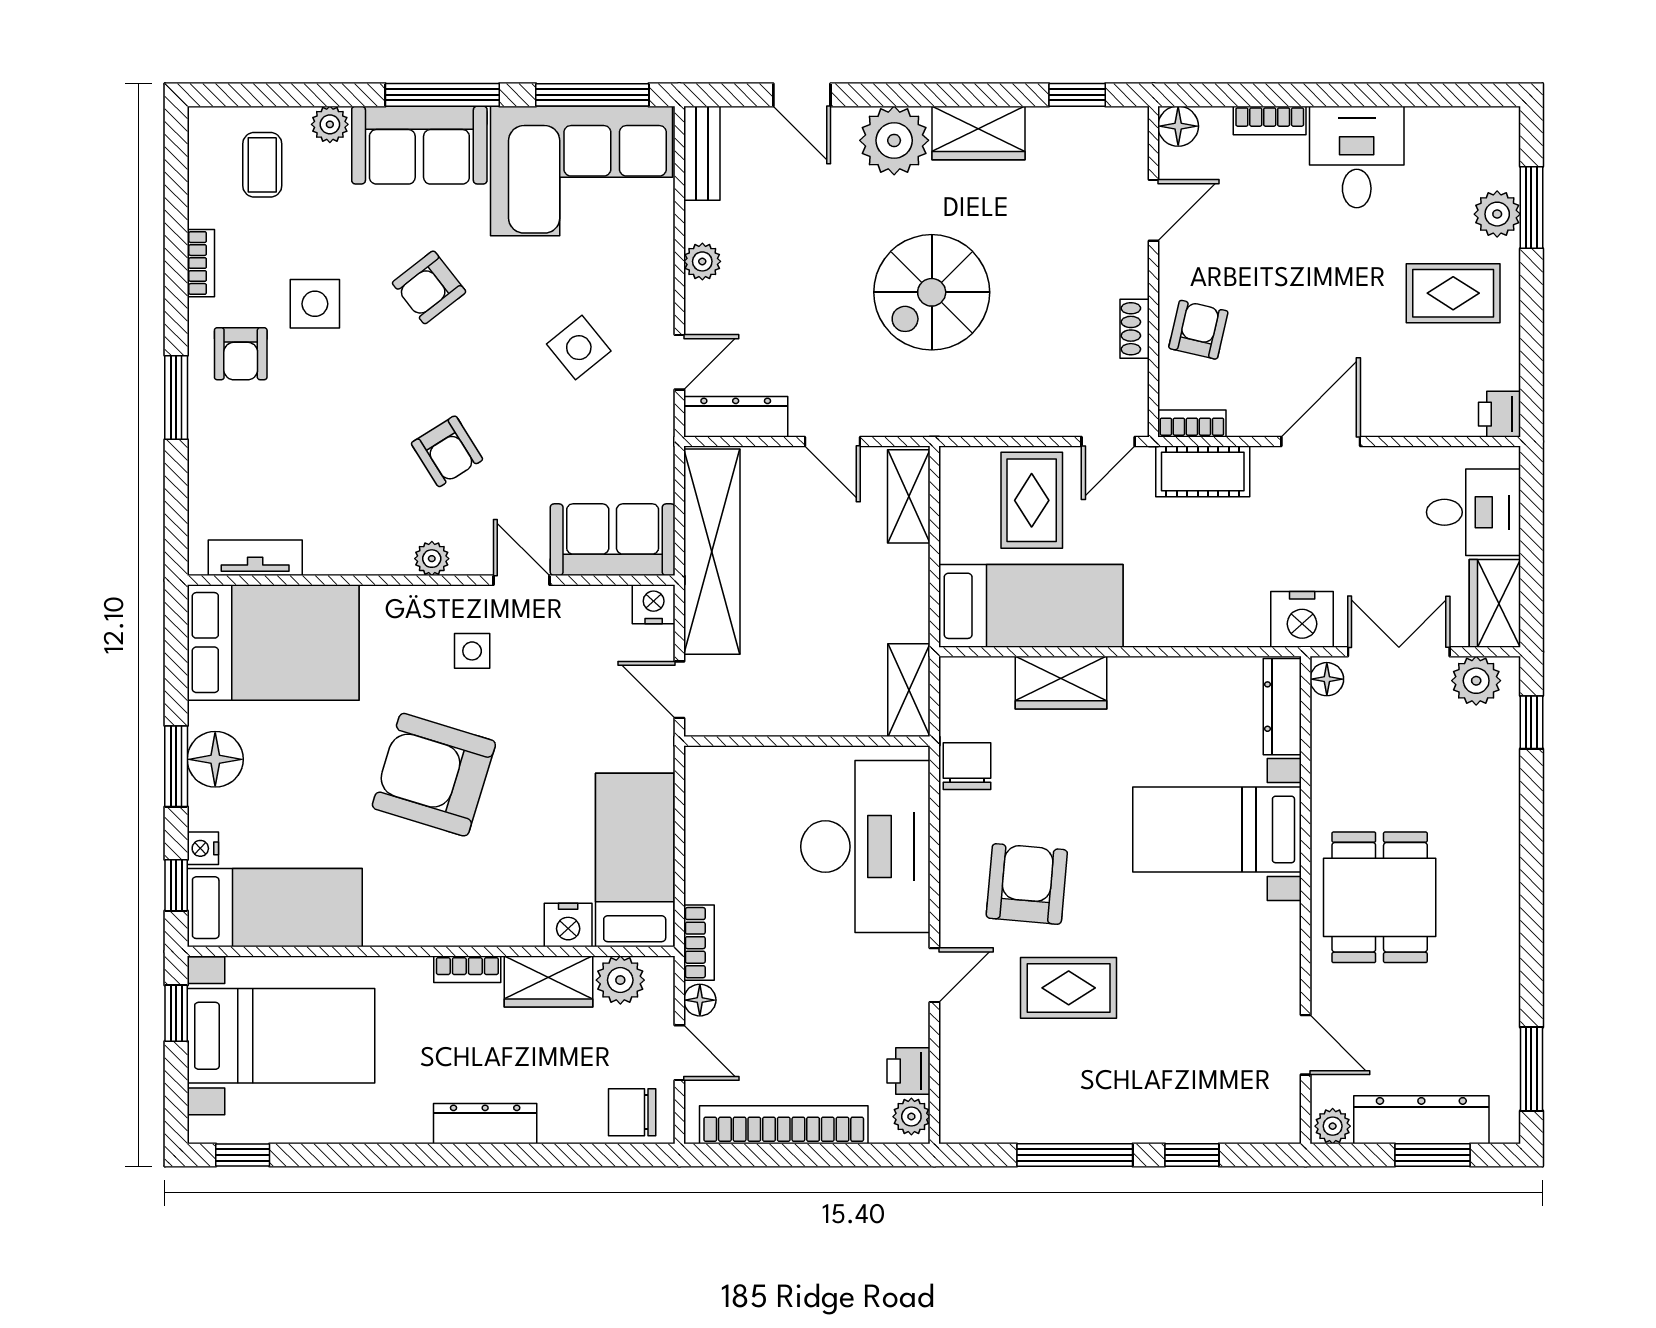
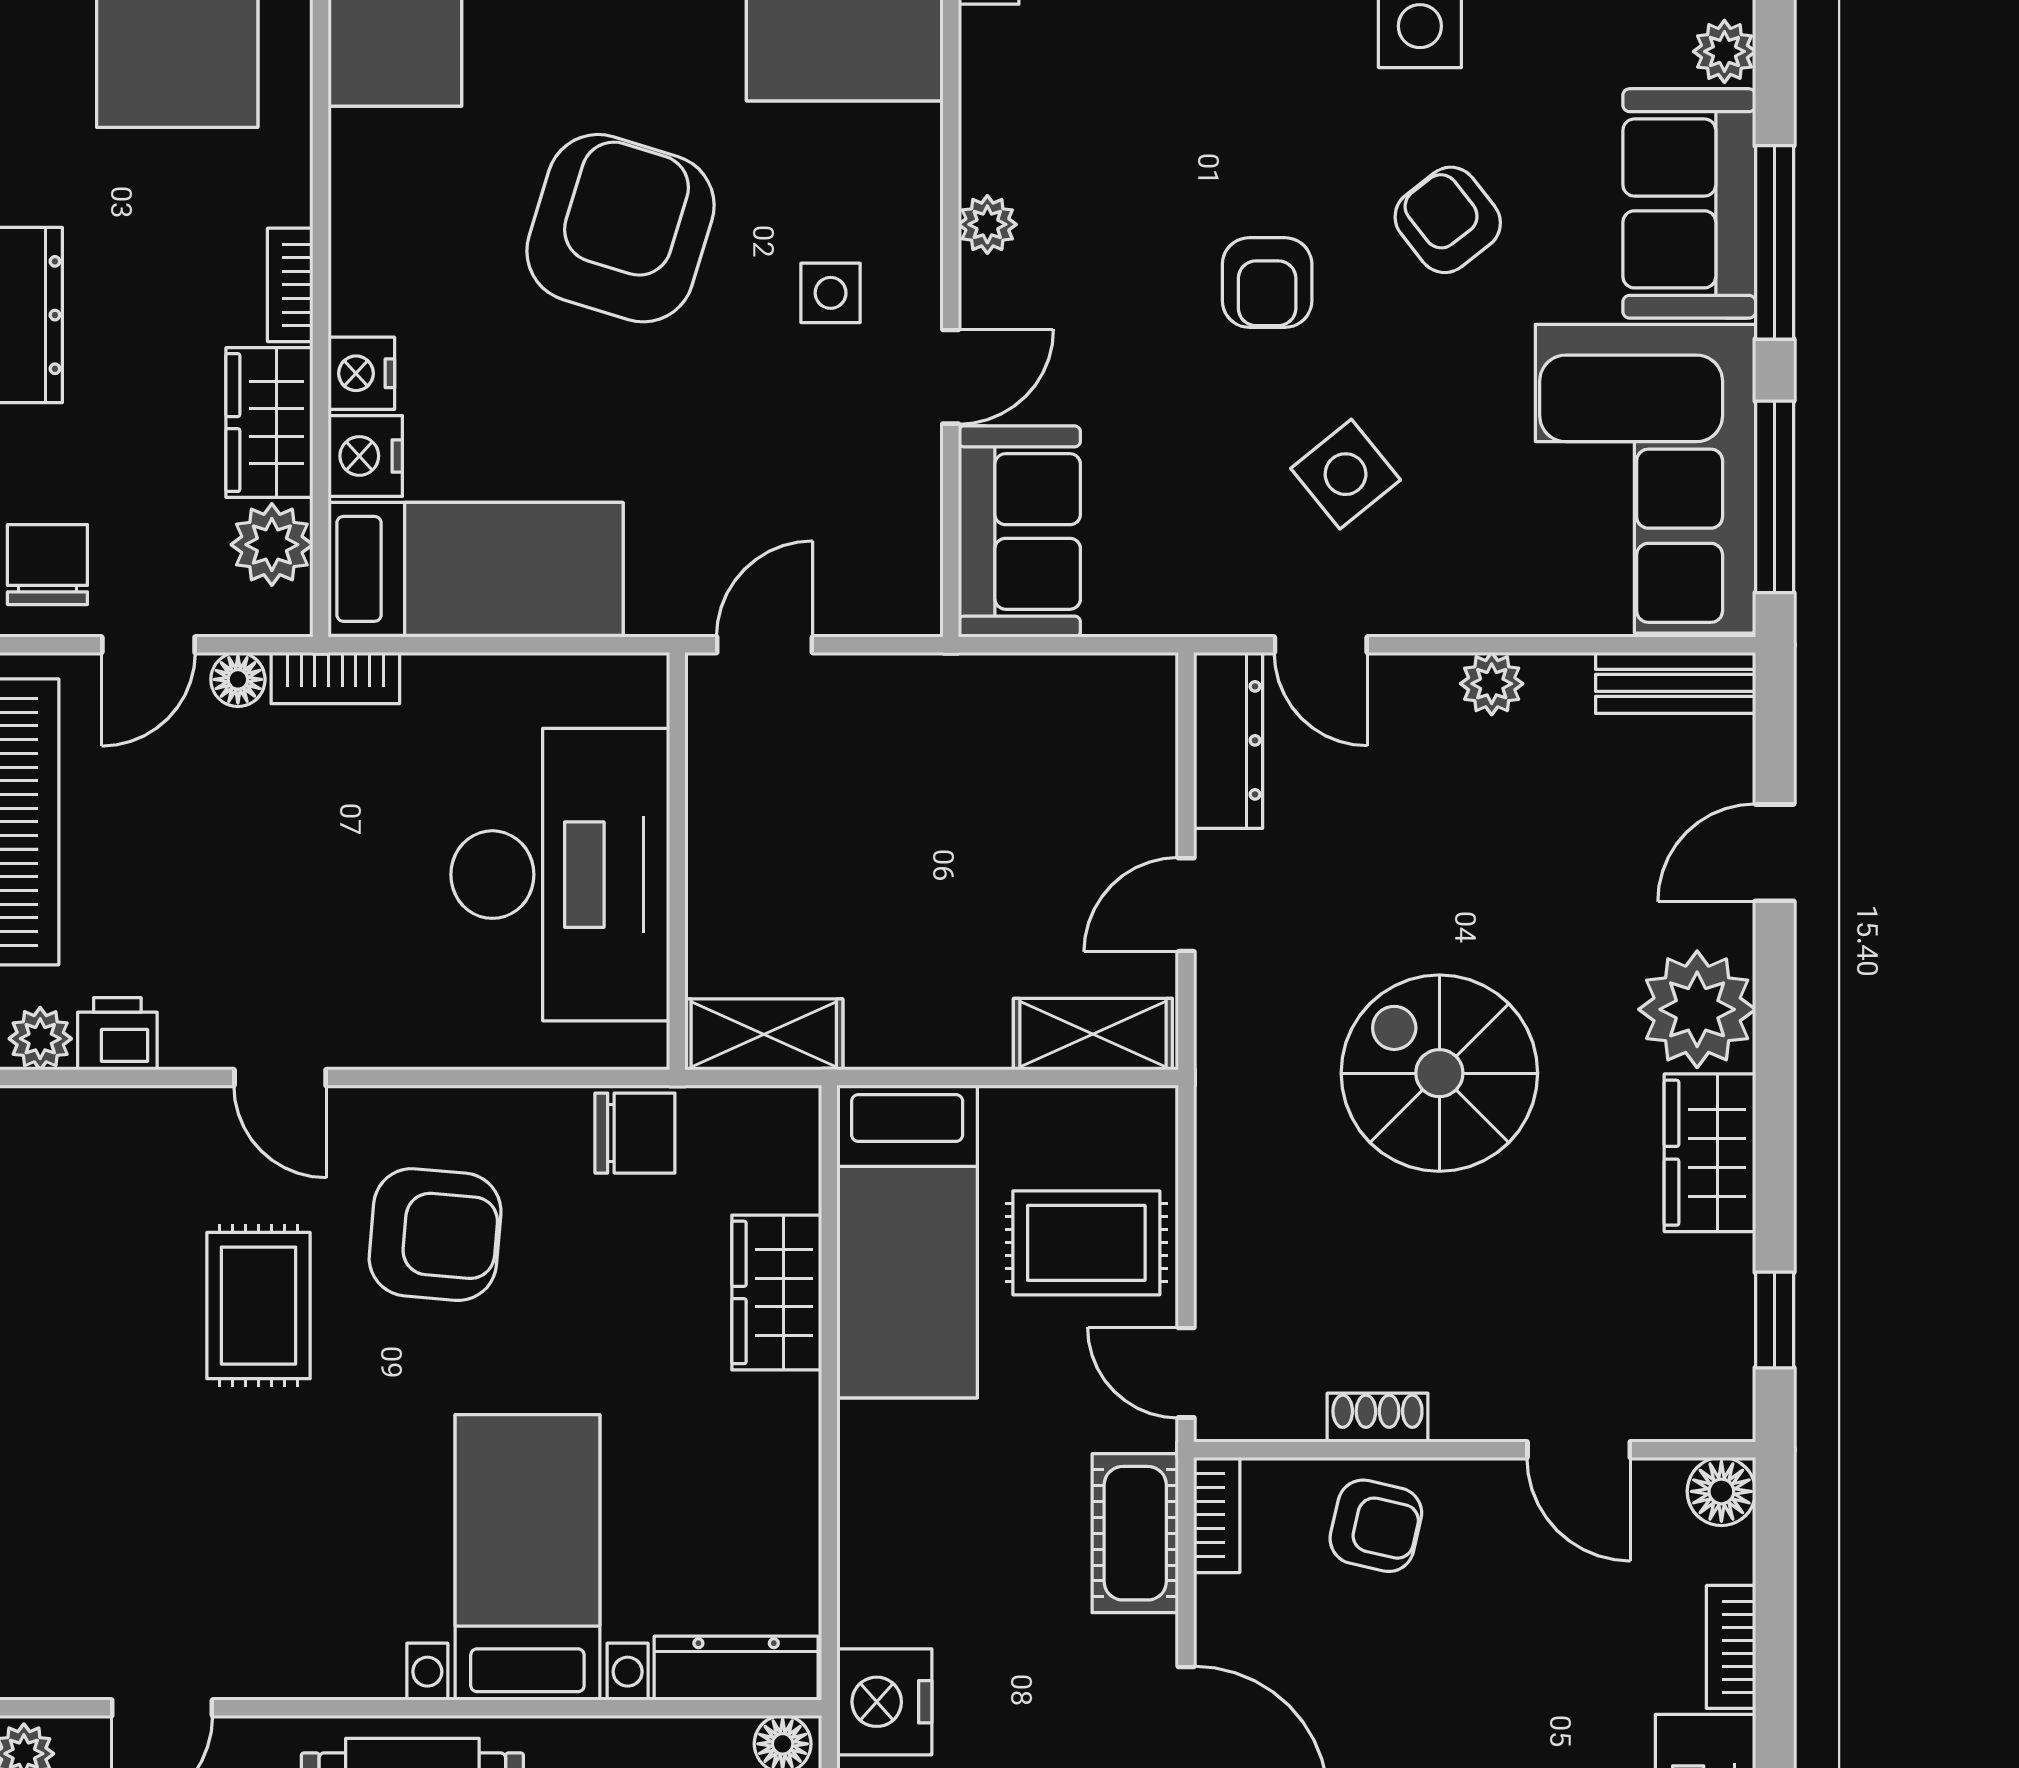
armchair: (447, 451) -> (1267, 283), moved, turned -58
shelving: (712, 552) -> (999, 700), removed
nightstand: (654, 604) -> (361, 373), moved, turned 180
desk: (865, 847) -> (560, 875), moved, turned -90

